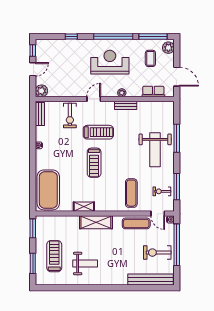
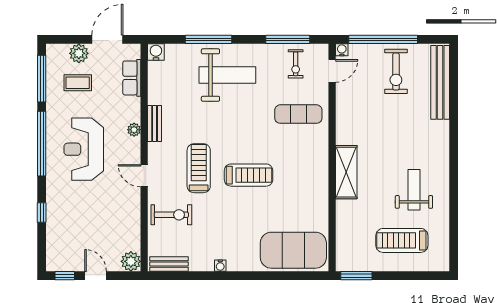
plant: (168, 48) -> (79, 53), moved
water cooler: (169, 106) -> (156, 52), added
shelving: (84, 207) -> (321, 192), removed
exercise mat: (136, 223) -> (348, 106), removed
window: (33, 263) -> (414, 276), removed

